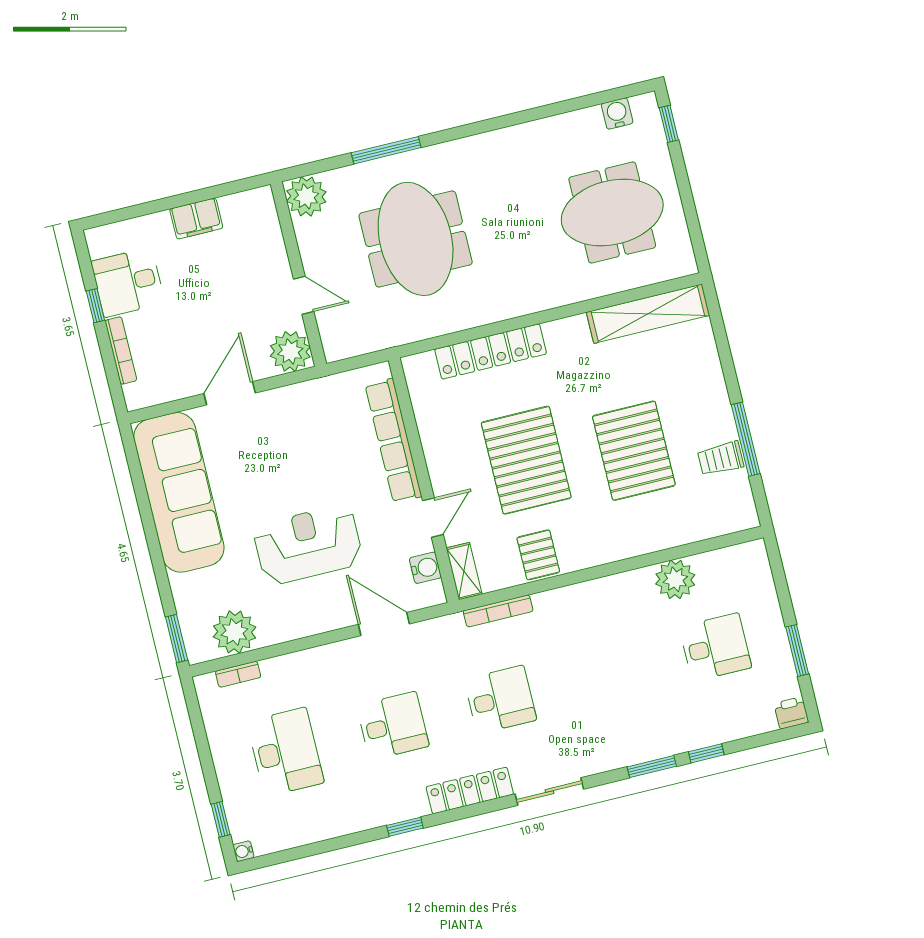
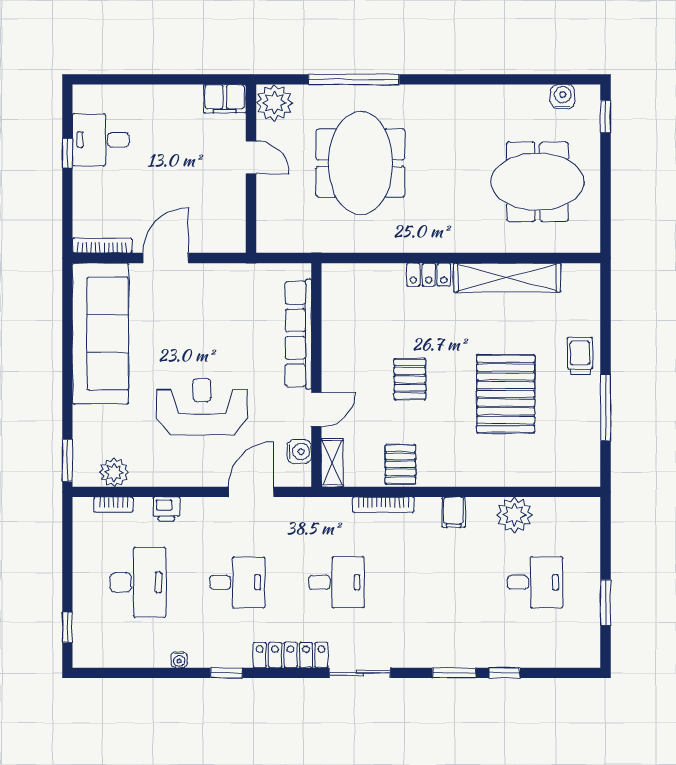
window: (386, 150) -> (354, 79), width x1.46
filing cabinet: (196, 219) -> (225, 99), moved
door: (304, 295) -> (251, 157), moved
shelving: (648, 314) -> (507, 278), moved
bookcase: (121, 351) -> (102, 245), moved, turned -90
plant: (290, 351) -> (227, 234), removed
locker: (491, 352) -> (429, 275), width x0.46, depth x0.83
trolley: (721, 458) -> (580, 356), moved, turned 89
pallet: (526, 460) -> (410, 379), width x0.49, depth x0.50
filing cabinet: (608, 593) -> (453, 512), added
bookcase: (498, 611) -> (383, 505), moved
door: (384, 624) -> (251, 492), hinge flipped
plant: (235, 632) -> (114, 472), width x0.73, depth x0.73
printer: (791, 713) -> (167, 509), moved, turned 180
water cooler: (243, 851) -> (179, 660), moved, turned -90

